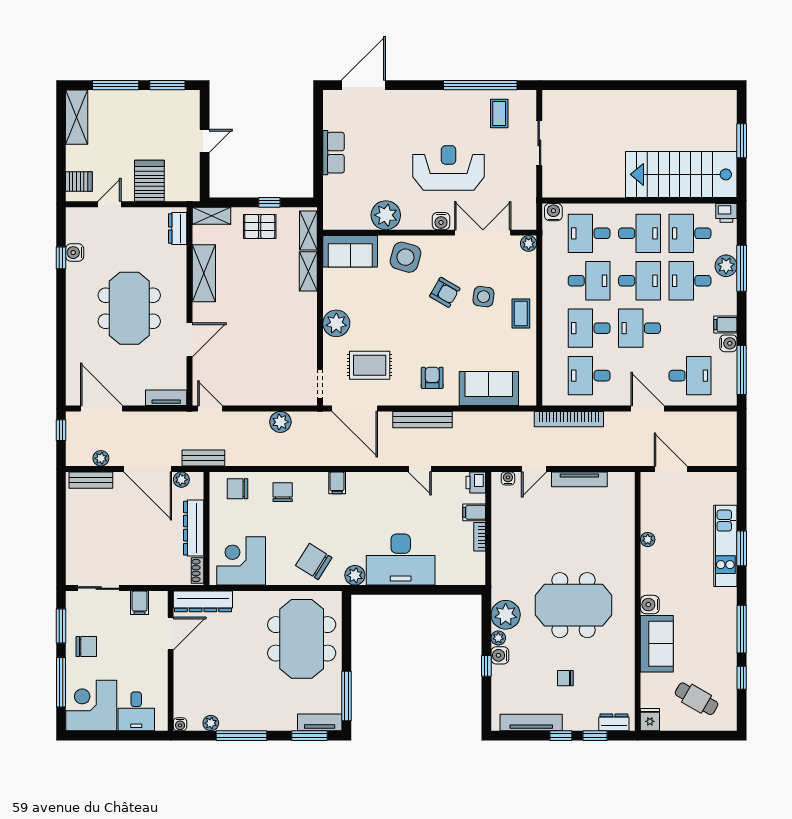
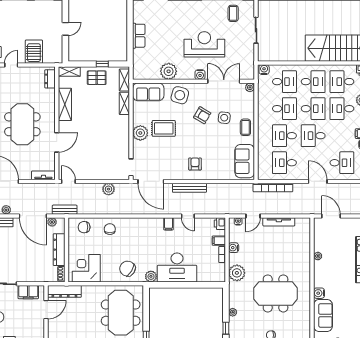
desk: (589, 233) -> (284, 82), turned 180
rug: (370, 365) -> (164, 128), moved
sofa: (489, 389) -> (245, 161), moved, turned -90
filing cabinet: (337, 483) -> (169, 224), moved
filing cabinet: (140, 603) -> (28, 292), width x2.00
plant: (506, 615) -> (237, 273), moved
water cooler: (500, 655) -> (234, 248), moved

